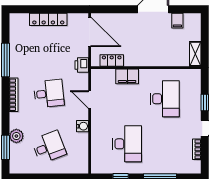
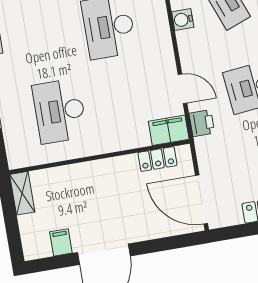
printer: (82, 65) -> (202, 123), moved
filing cabinet: (127, 76) -> (169, 130), moved
water cooler: (83, 126) -> (183, 20), moved

